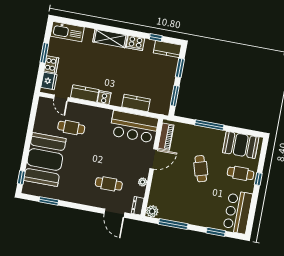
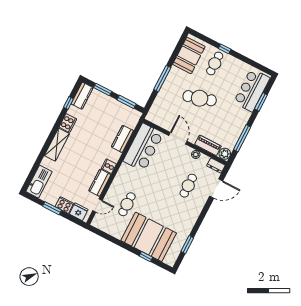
piano: (166, 137) -> (208, 145), moved
cafe table: (201, 169) -> (200, 98), width x1.37, depth x1.35
window: (21, 177) -> (146, 257), moved
bar counter: (238, 212) -> (252, 90), moved, turned 90

